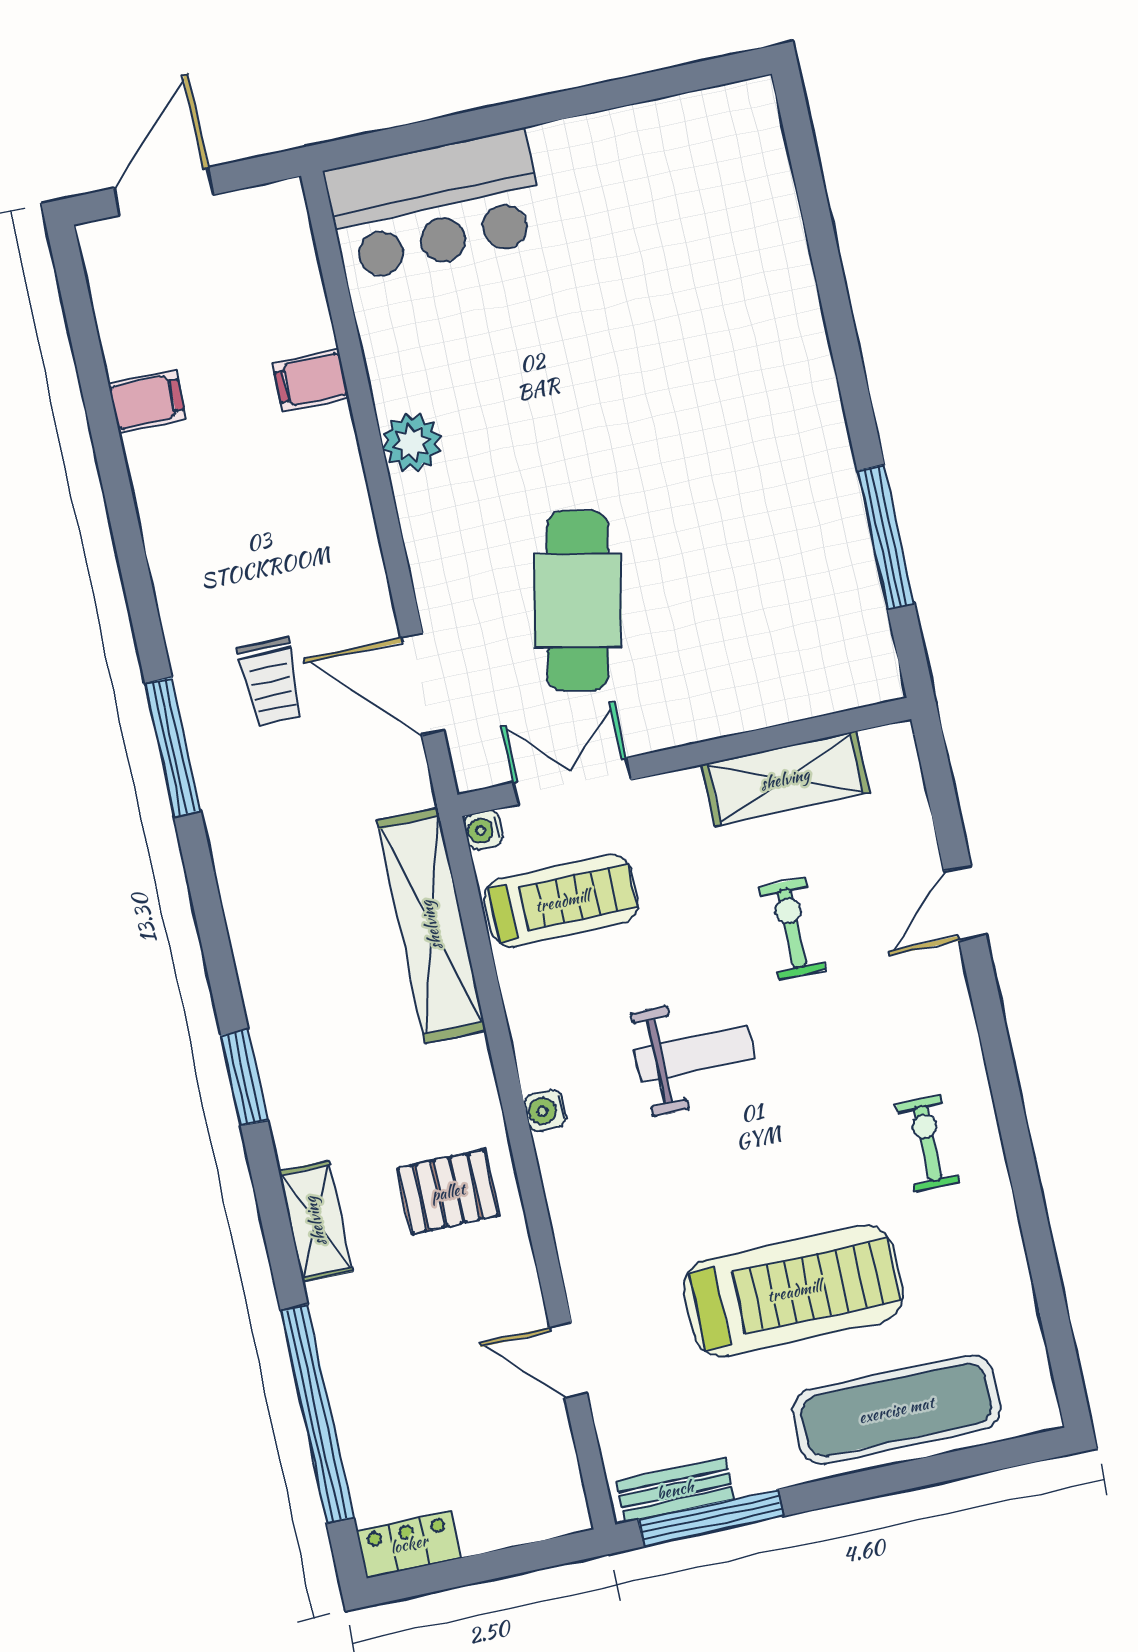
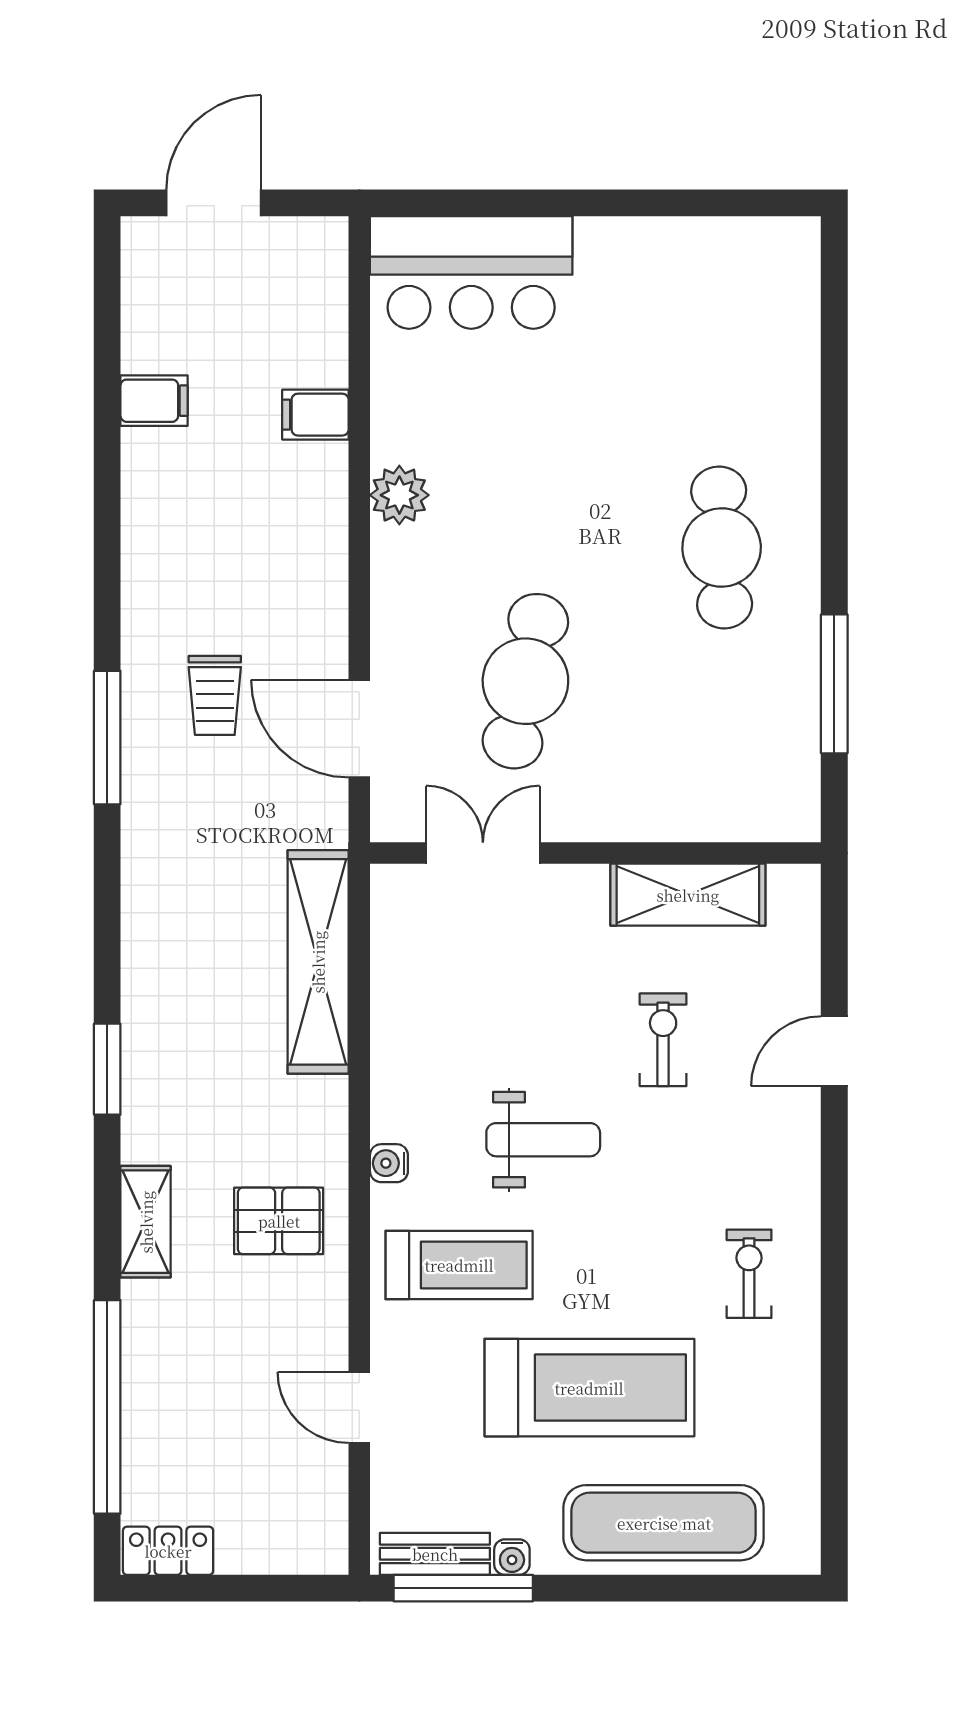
cafe table: (744, 425) -> (722, 547), added
water cooler: (483, 830) -> (512, 1557), moved, turned -90
treadmill: (562, 901) -> (459, 1265), moved

